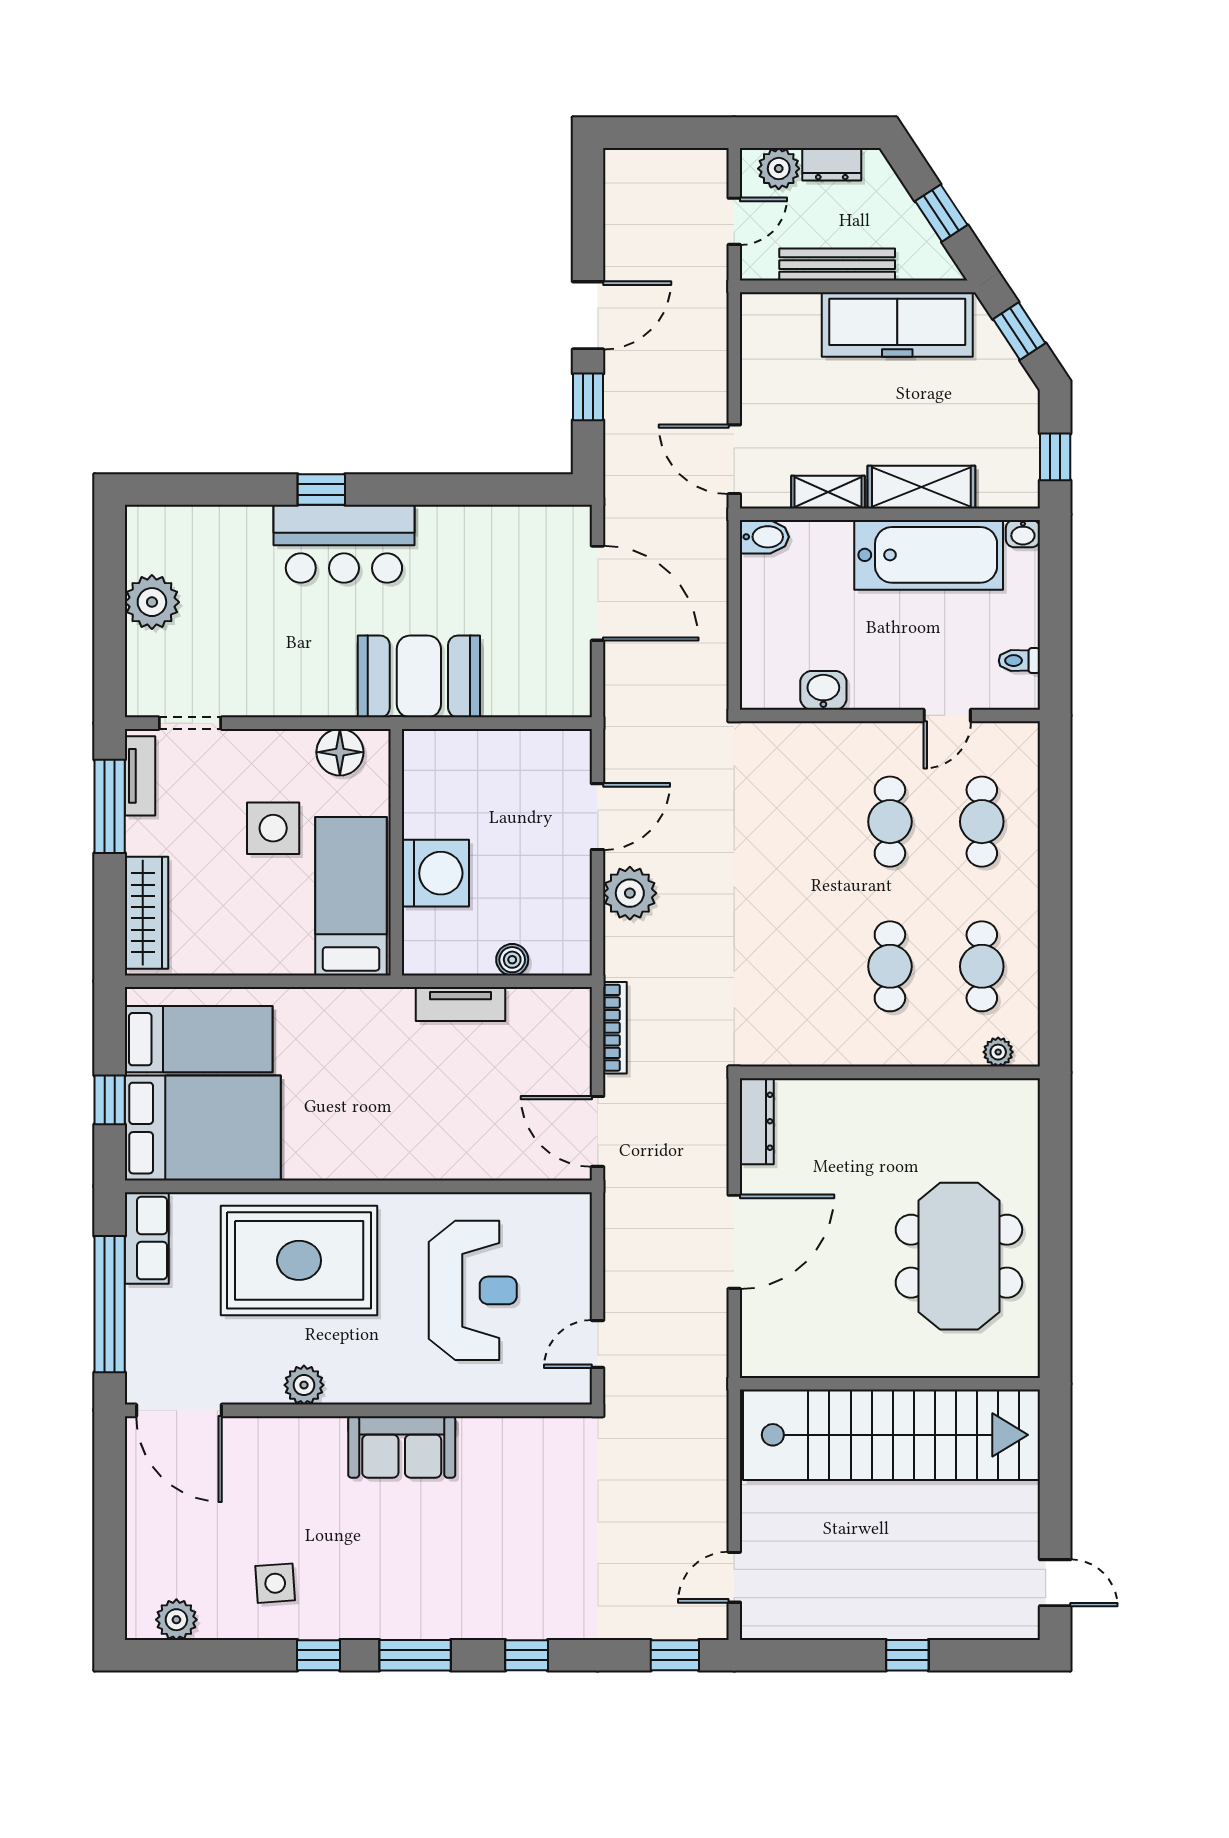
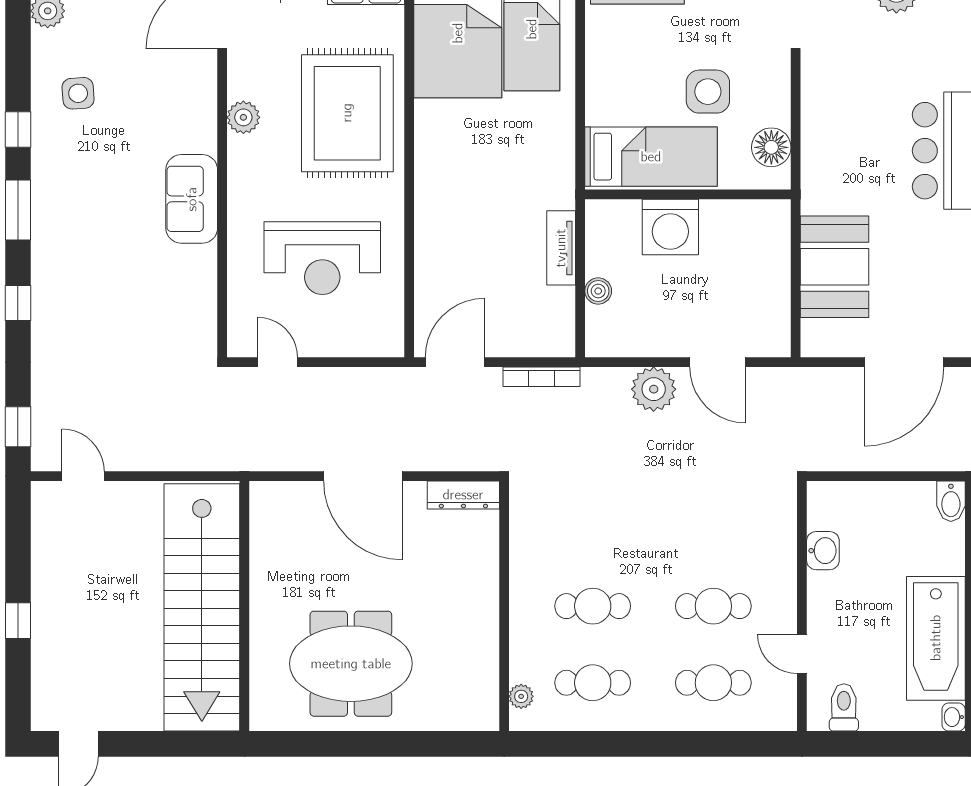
toilet: (1019, 661) -> (844, 707), width x1.37, depth x1.39
booth: (419, 676) -> (834, 267), moved

